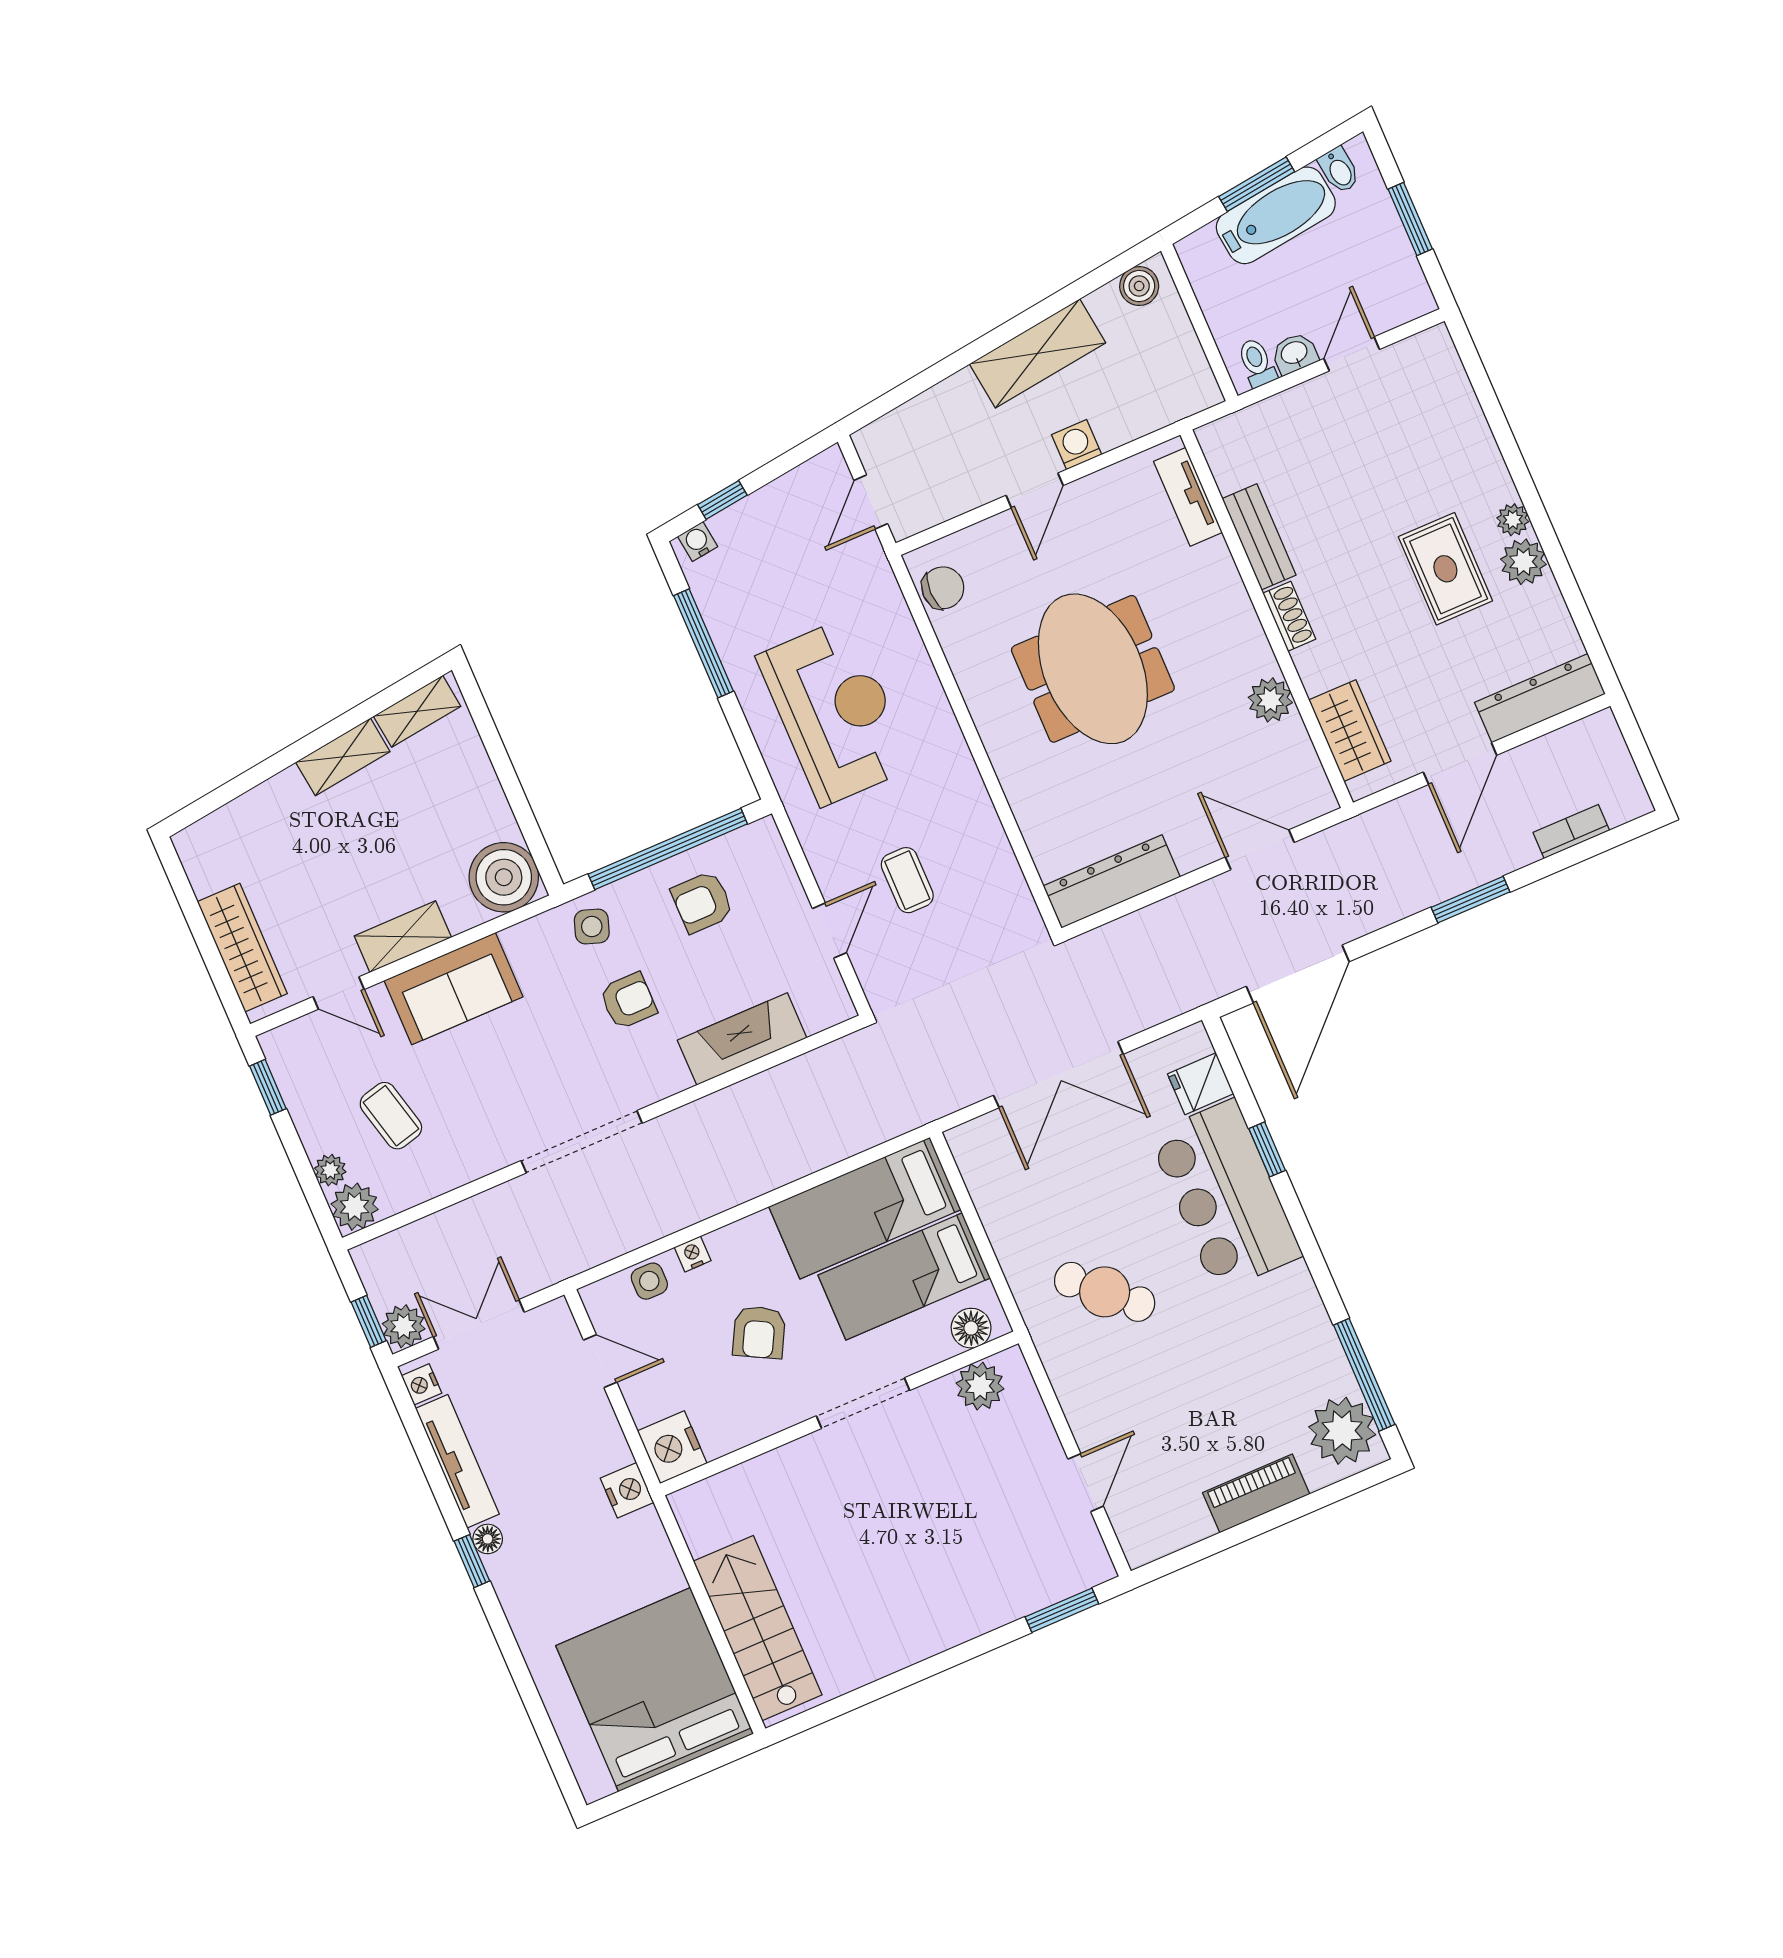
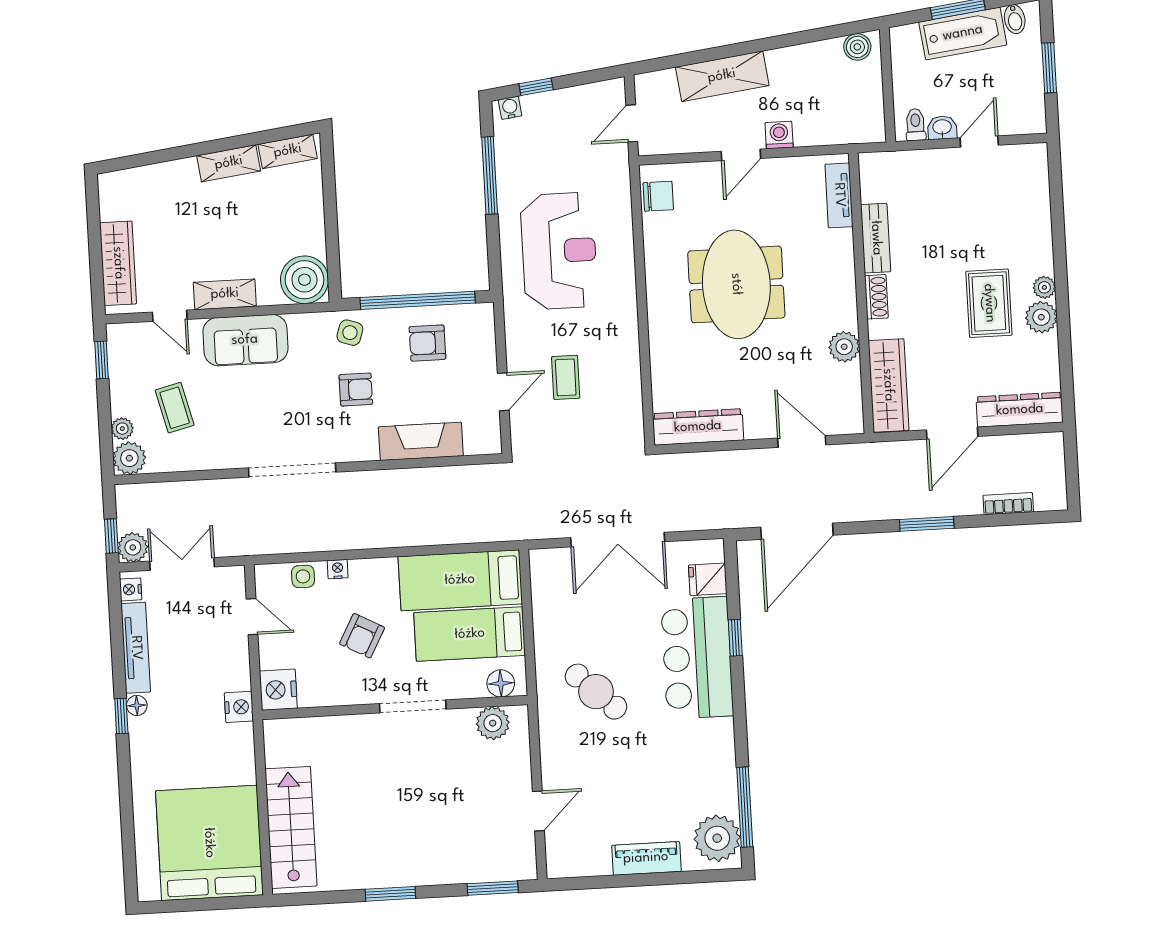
shelving: (1037, 353) -> (722, 76), moved
wardrobe: (1350, 731) -> (888, 385), width x1.50
window: (926, 1669) -> (390, 894), added

